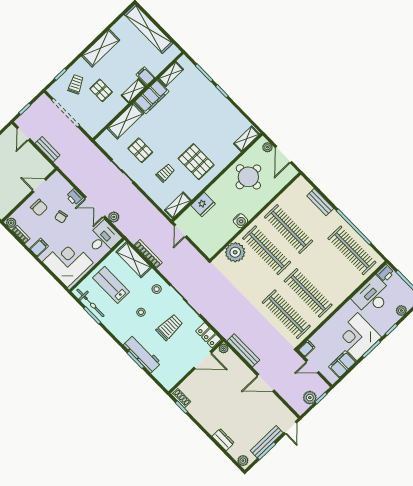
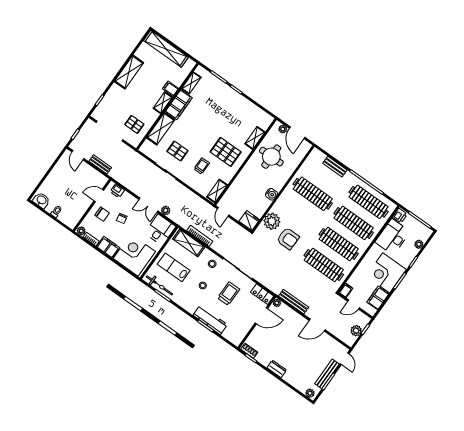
trolley: (76, 84) -> (114, 106), removed
pallet: (101, 90) -> (134, 124), moved
shelving: (246, 139) -> (255, 138), moved
printer: (74, 197) -> (117, 191), moved
fridge: (203, 205) -> (249, 221), moved, turned -90
filing cabinet: (39, 247) -> (108, 247), width x2.00
clothes rail: (267, 250) -> (354, 223), moved
armchair: (250, 276) -> (288, 239), added
dresser: (223, 440) -> (277, 369), moved

